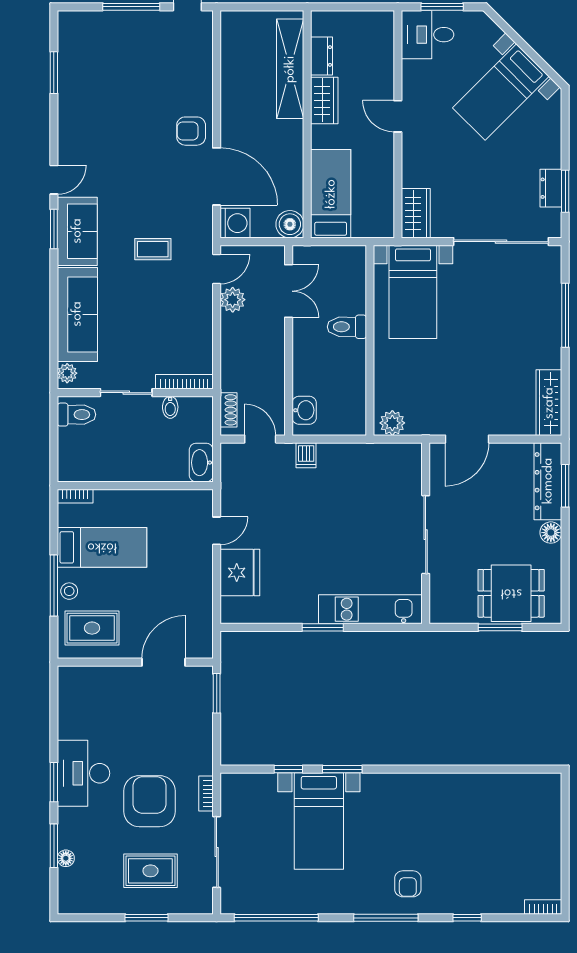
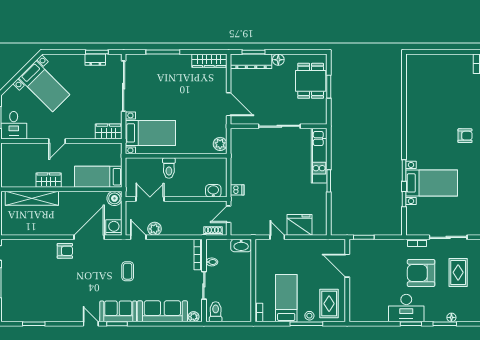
dresser: (321, 56) -> (25, 182), removed
armchair: (191, 131) -> (65, 251), turned -90

